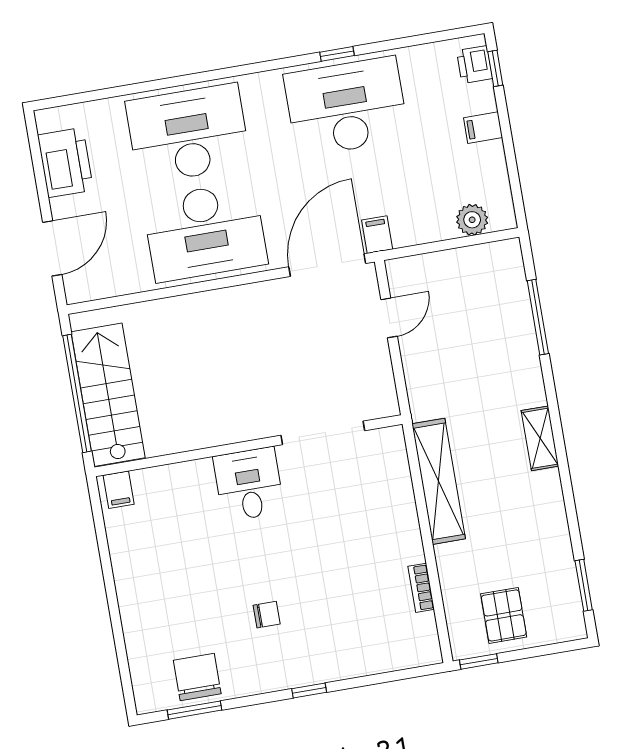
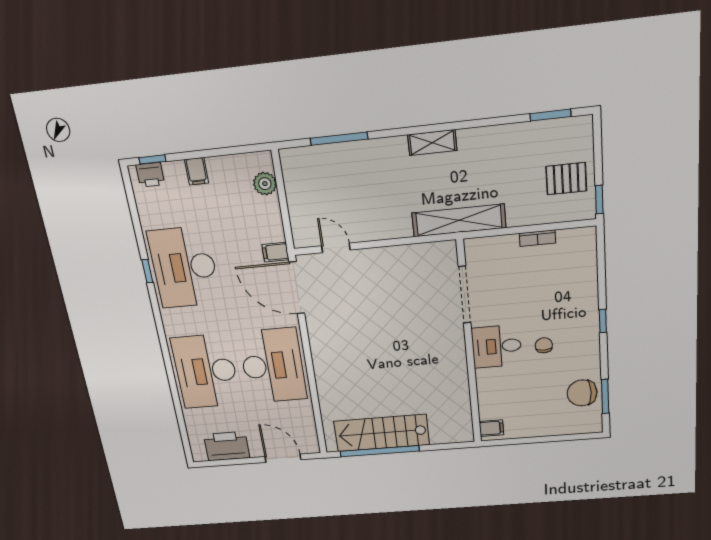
doorway: (323, 433) -> (465, 295), moved
wall: (248, 446) -> (469, 345), moved
desk: (249, 484) -> (497, 346), moved
filing cabinet: (119, 490) -> (491, 428), moved

